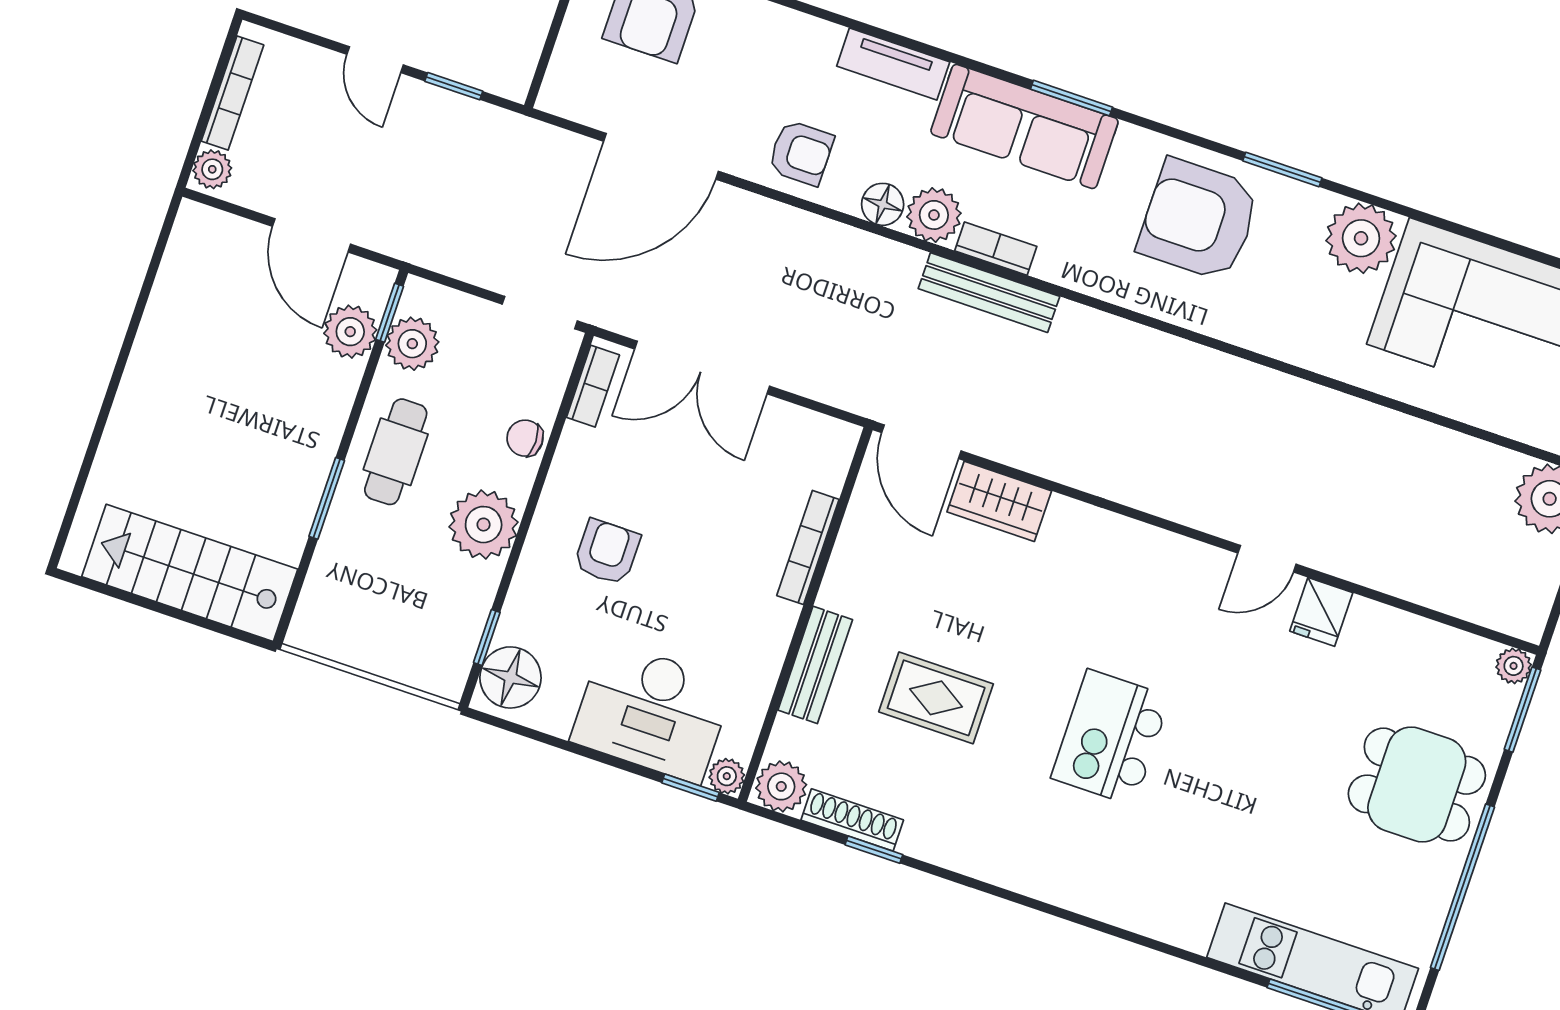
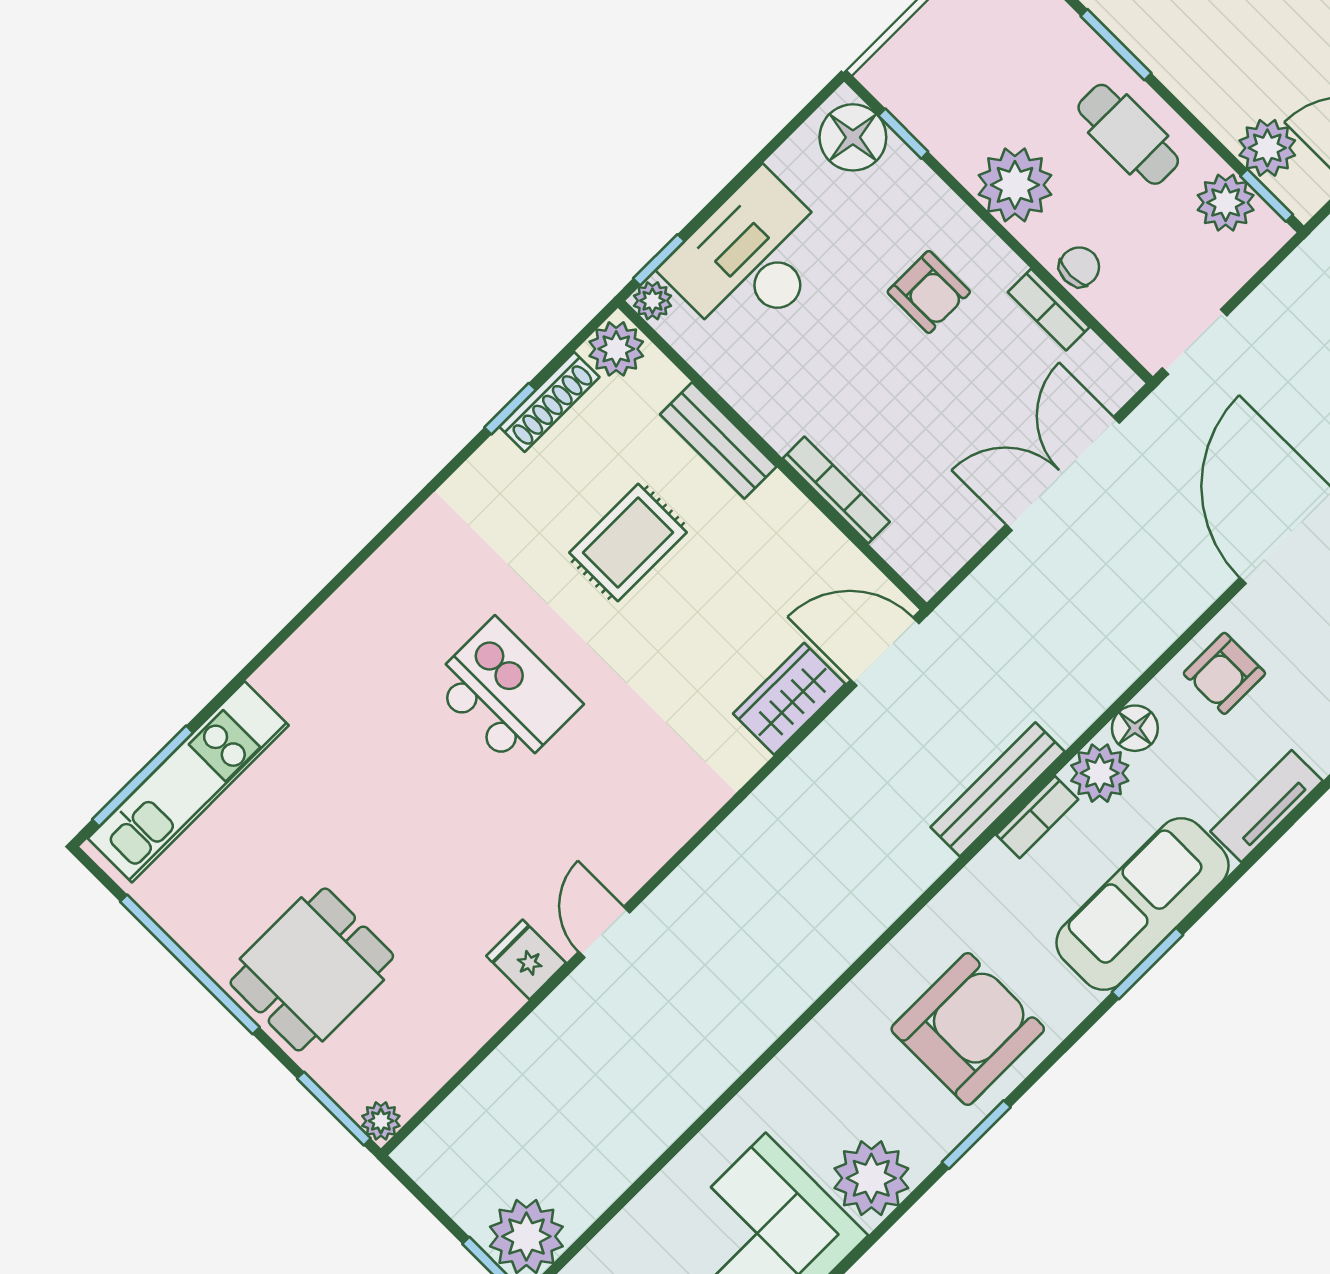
bookcase: (593, 386) -> (1049, 310), moved

